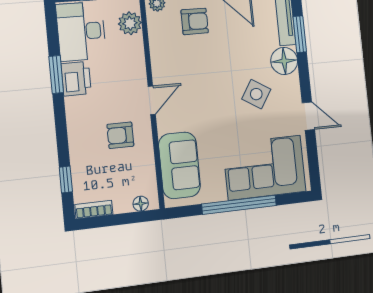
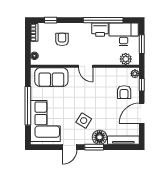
window: (300, 34) -> (94, 147), moved
window: (56, 74) -> (103, 20), width x2.11
armchair: (120, 135) -> (62, 39), moved

